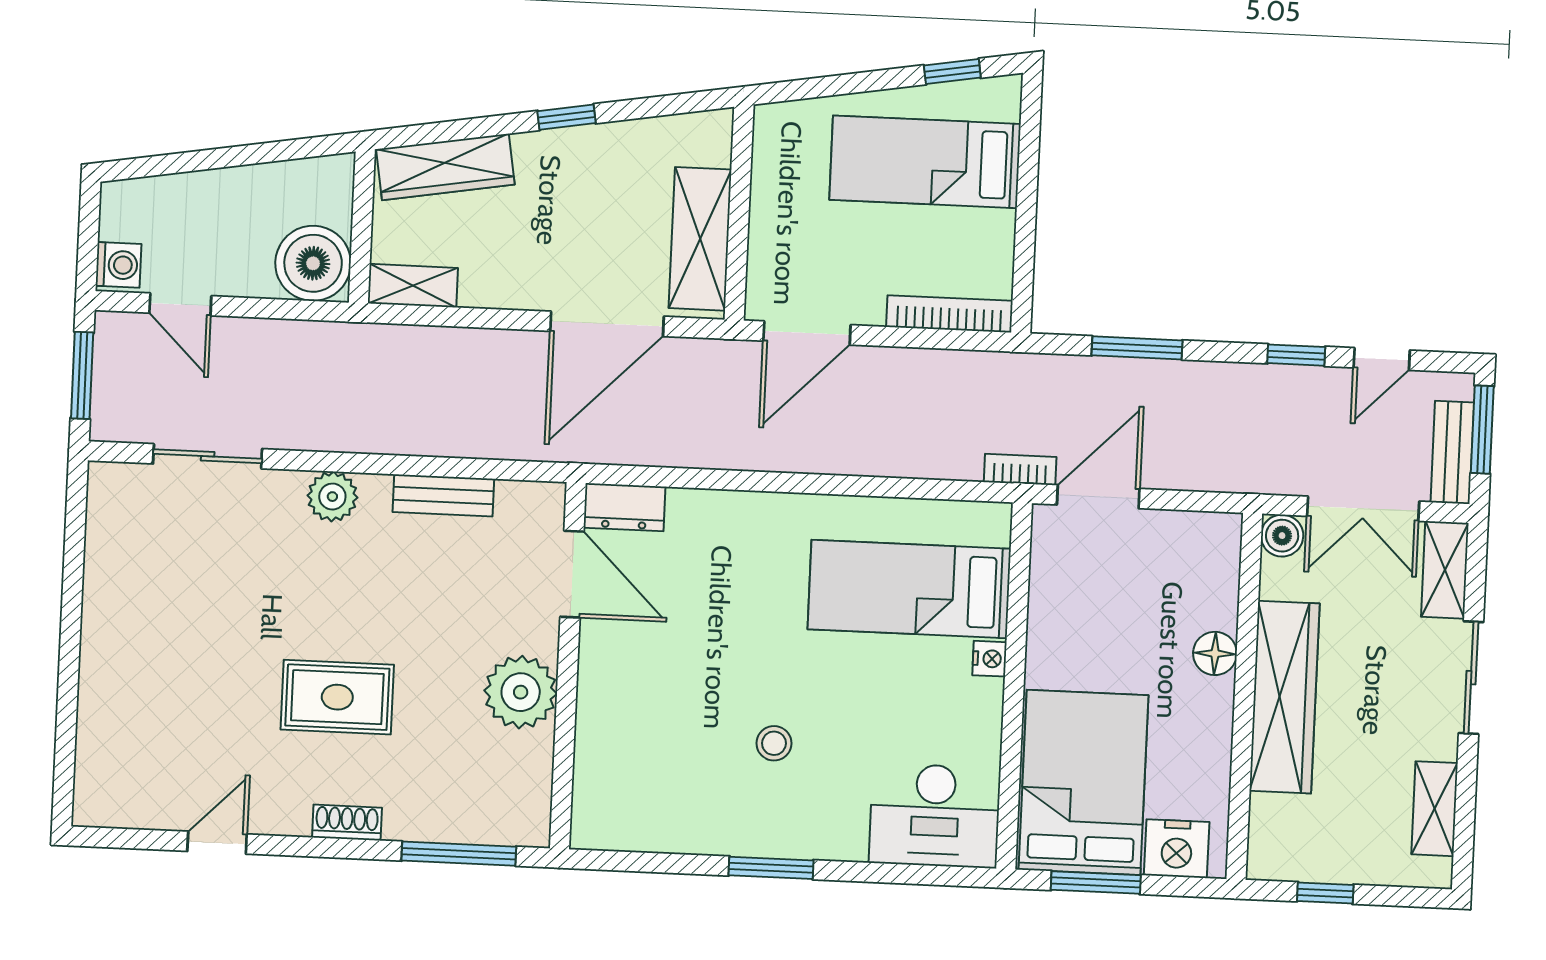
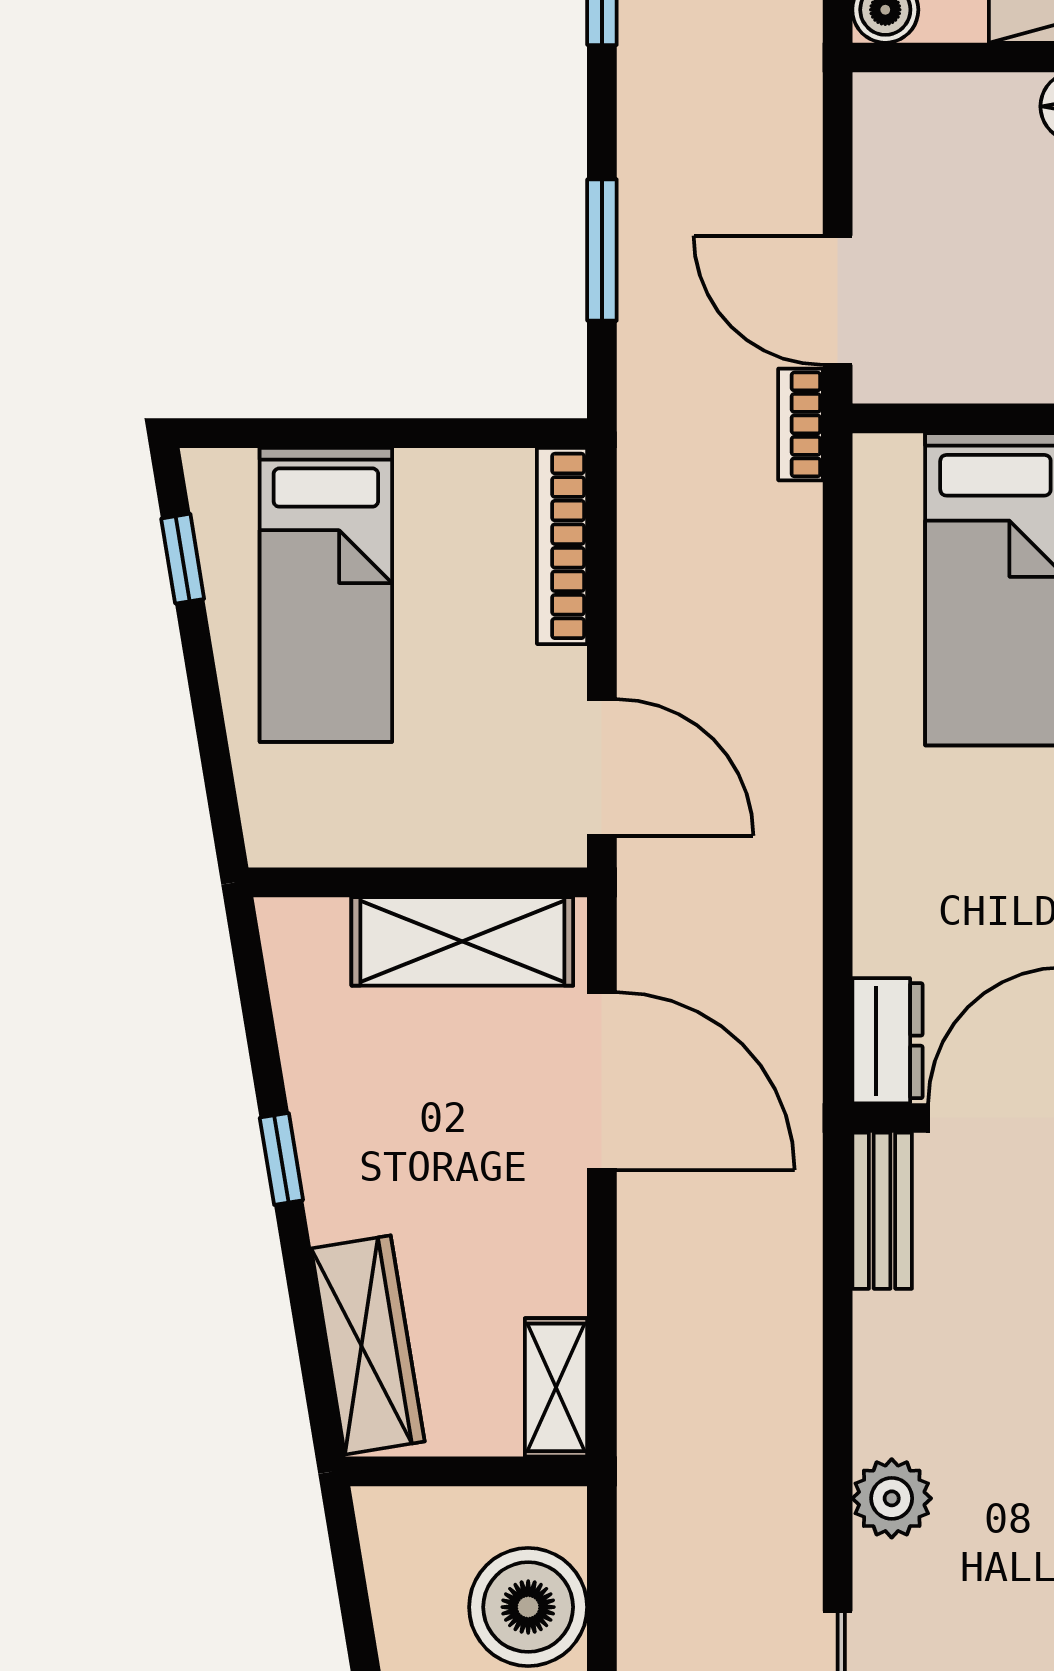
boiler: (313, 263) -> (528, 1607), moved
bench: (443, 495) -> (882, 1211), moved

